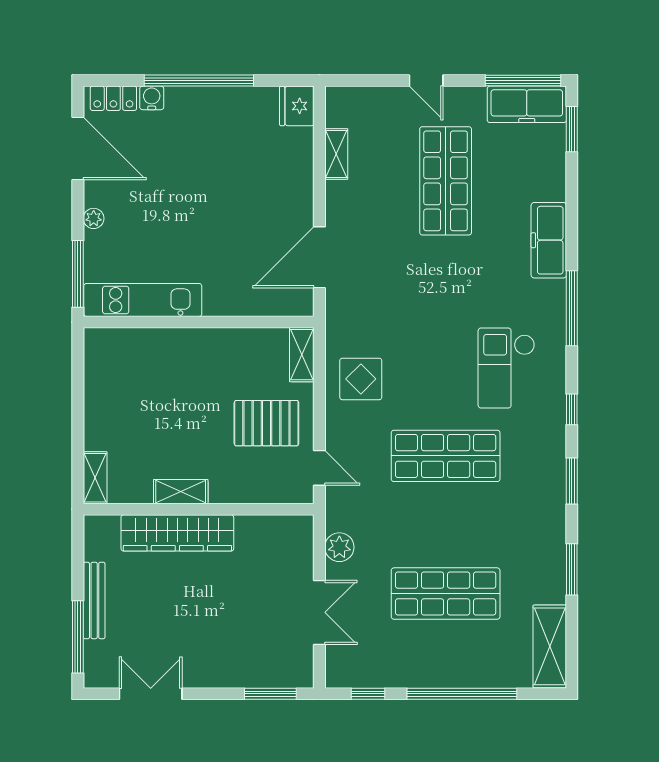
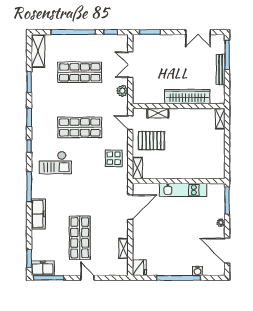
locker: (113, 98) -> (213, 271), removed
freezer: (527, 104) -> (43, 268), width x0.71
kitchen unit: (143, 300) -> (183, 190), moved
checkout: (506, 368) -> (55, 163), turned 90
shelving: (181, 492) -> (158, 113), moved

